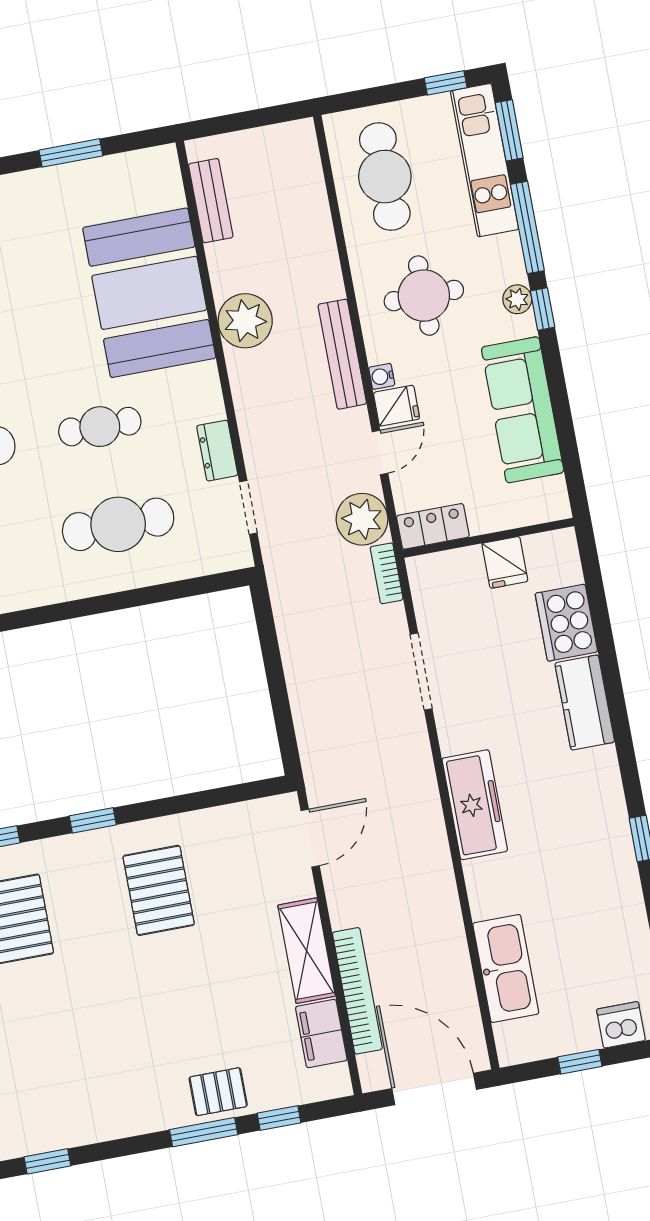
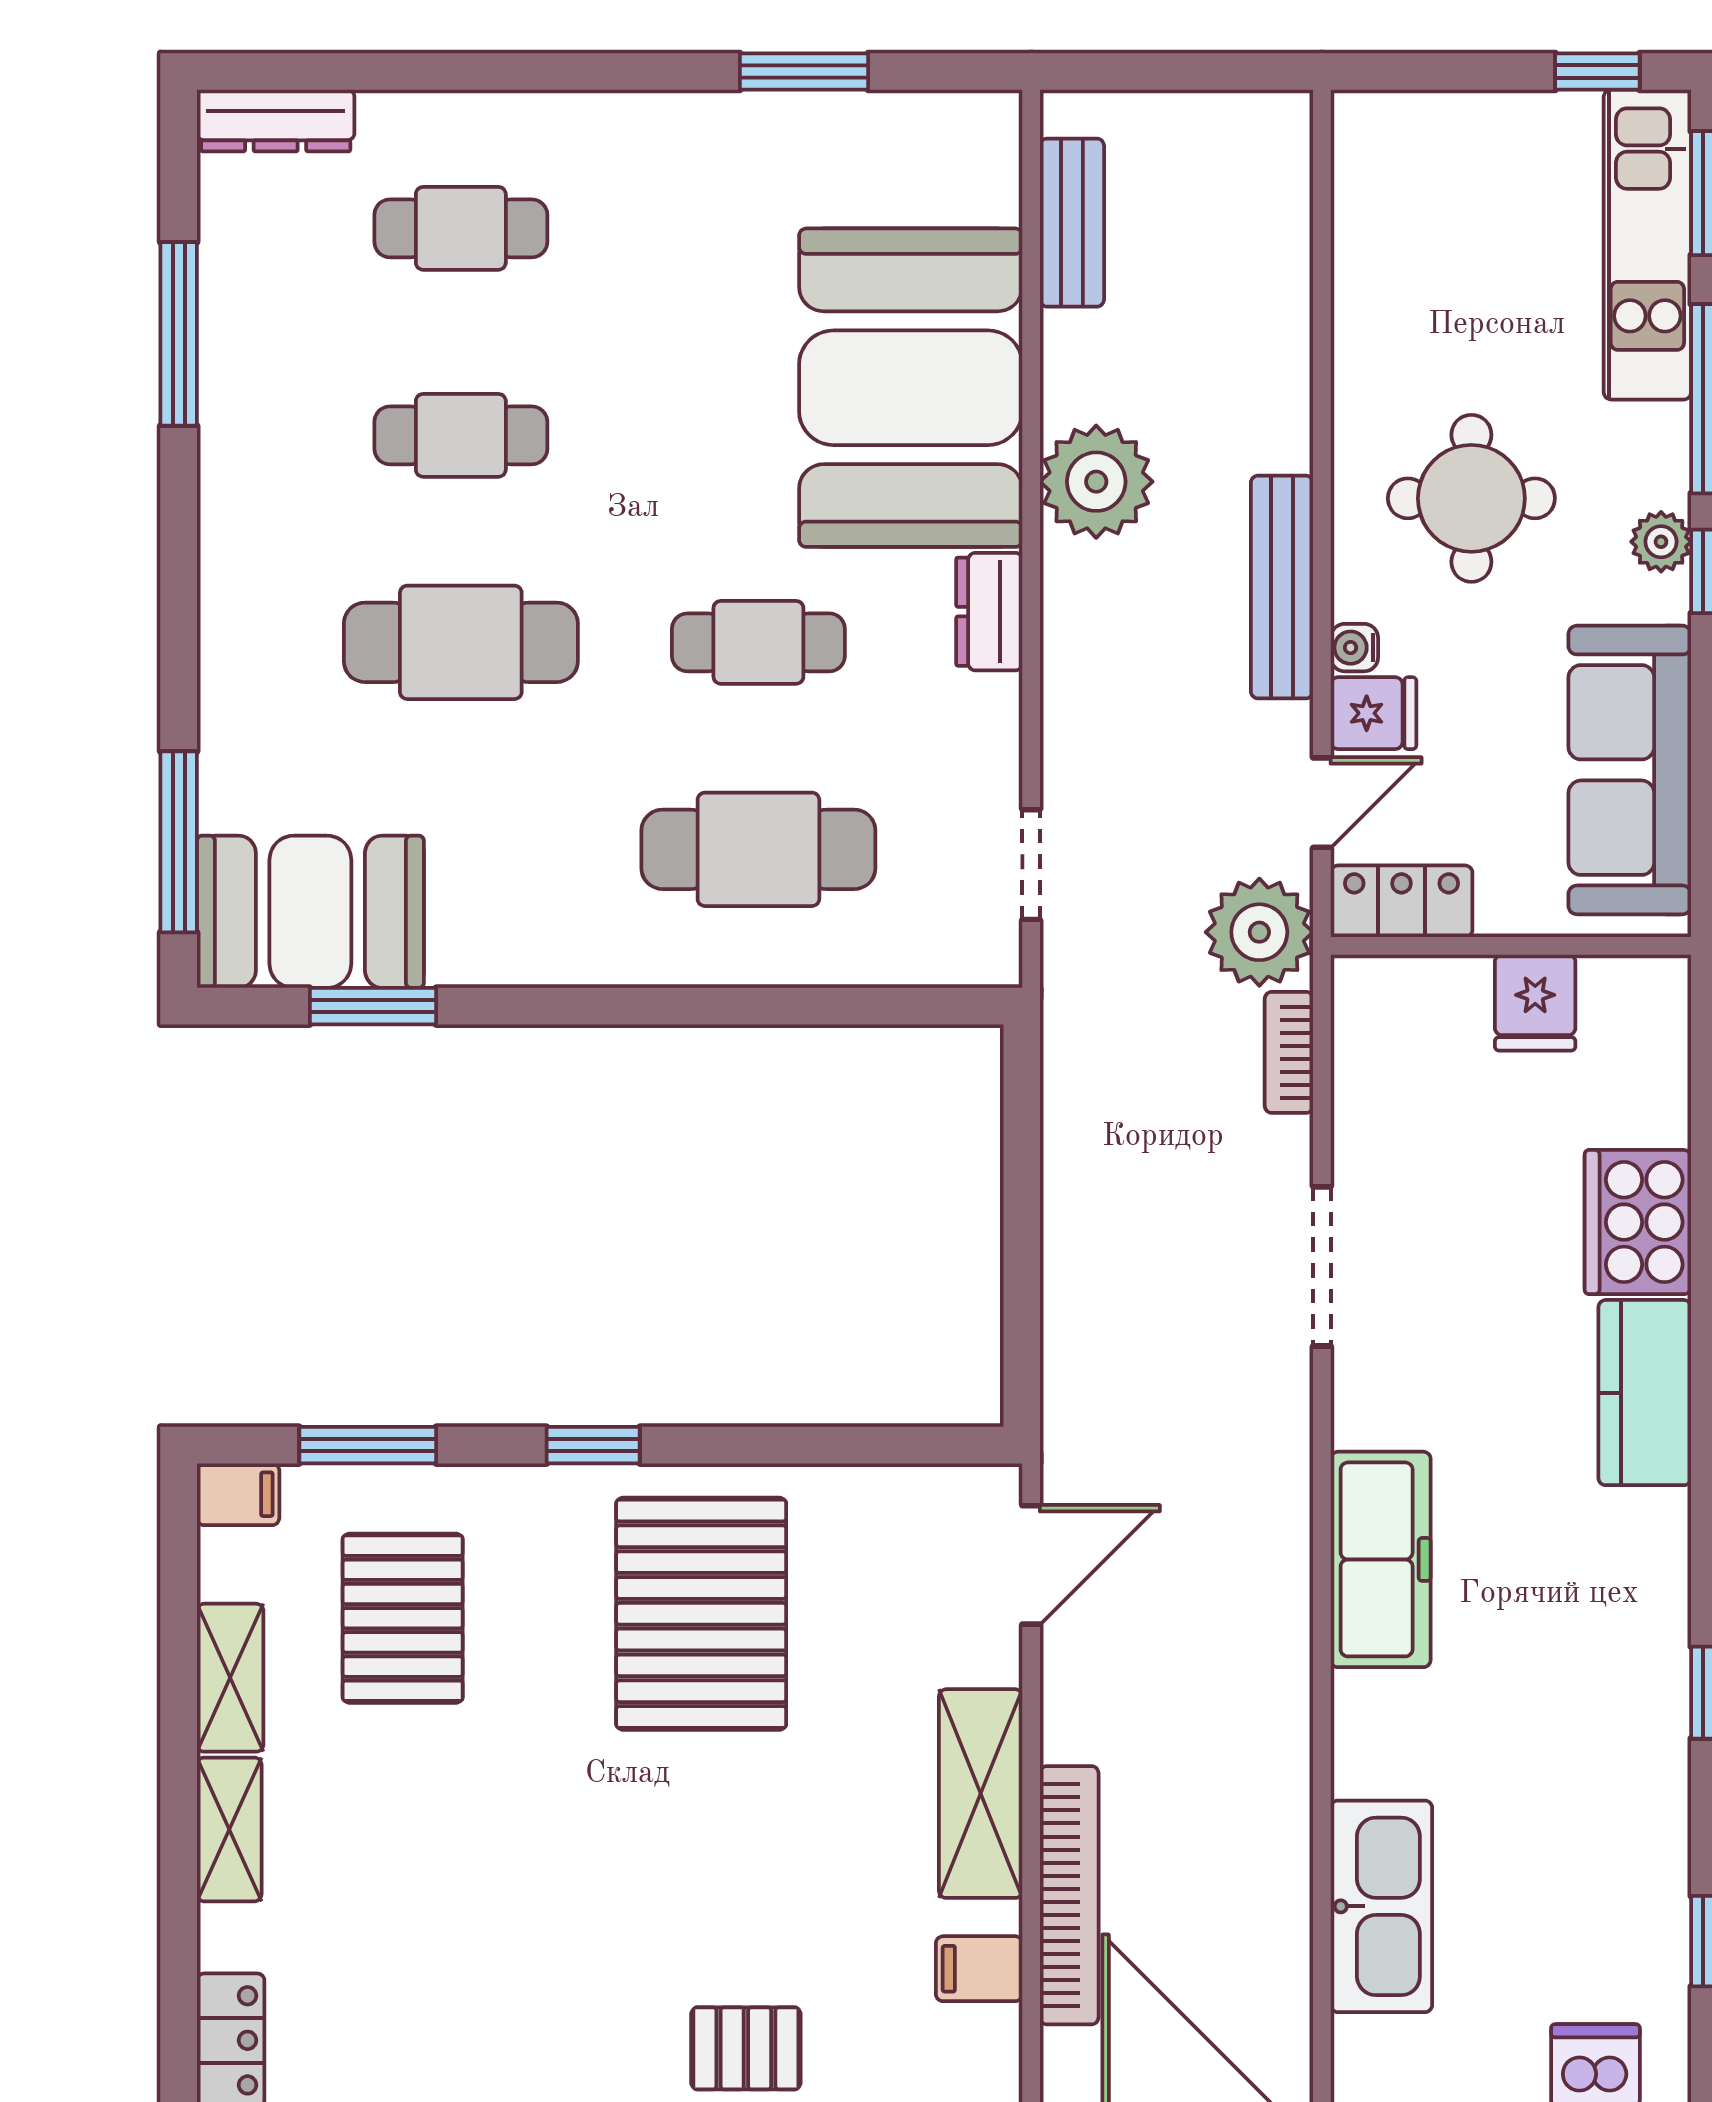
cafe table: (385, 177) -> (1437, 240), removed
dresser: (217, 451) -> (989, 612), moved
locker: (433, 526) -> (1401, 901), moved
wall: (488, 538) -> (1511, 946), moved
fridge: (505, 562) -> (1535, 1003), moved
pallet: (159, 890) -> (701, 1614), width x1.37, depth x1.41
filing cabinet: (321, 1033) -> (979, 1969), width x0.50

